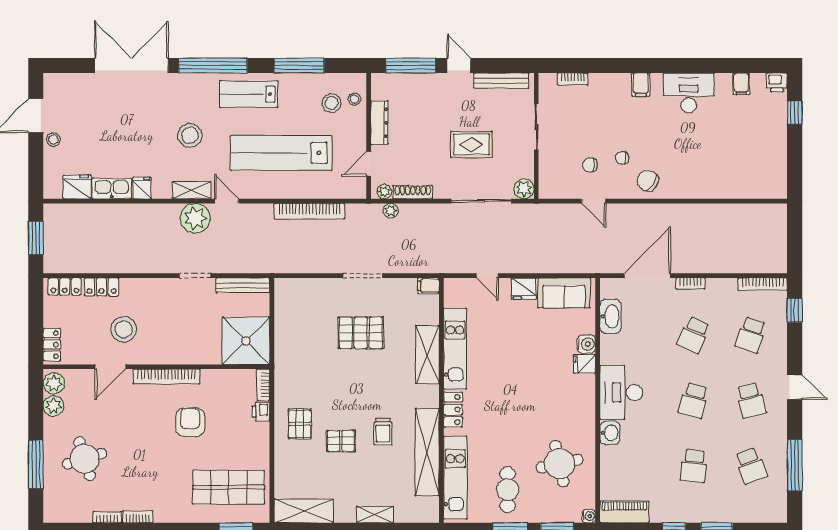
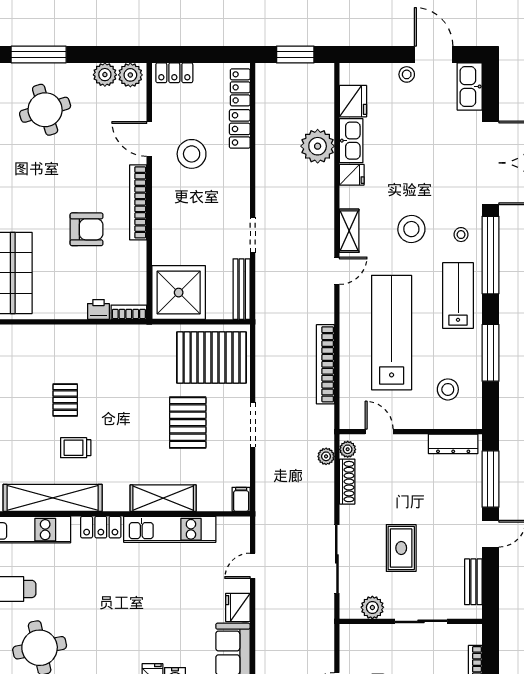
bench: (501, 81) -> (473, 582), width x0.73
kitchen sink: (64, 84) -> (470, 86), added
stool: (355, 99) -> (461, 235), moved
dresser: (379, 123) -> (453, 444), moved
plant: (524, 189) -> (372, 607), moved
plant: (195, 218) -> (318, 146), moved
pallet: (300, 424) -> (212, 357), moved, width x2.05, depth x2.00

